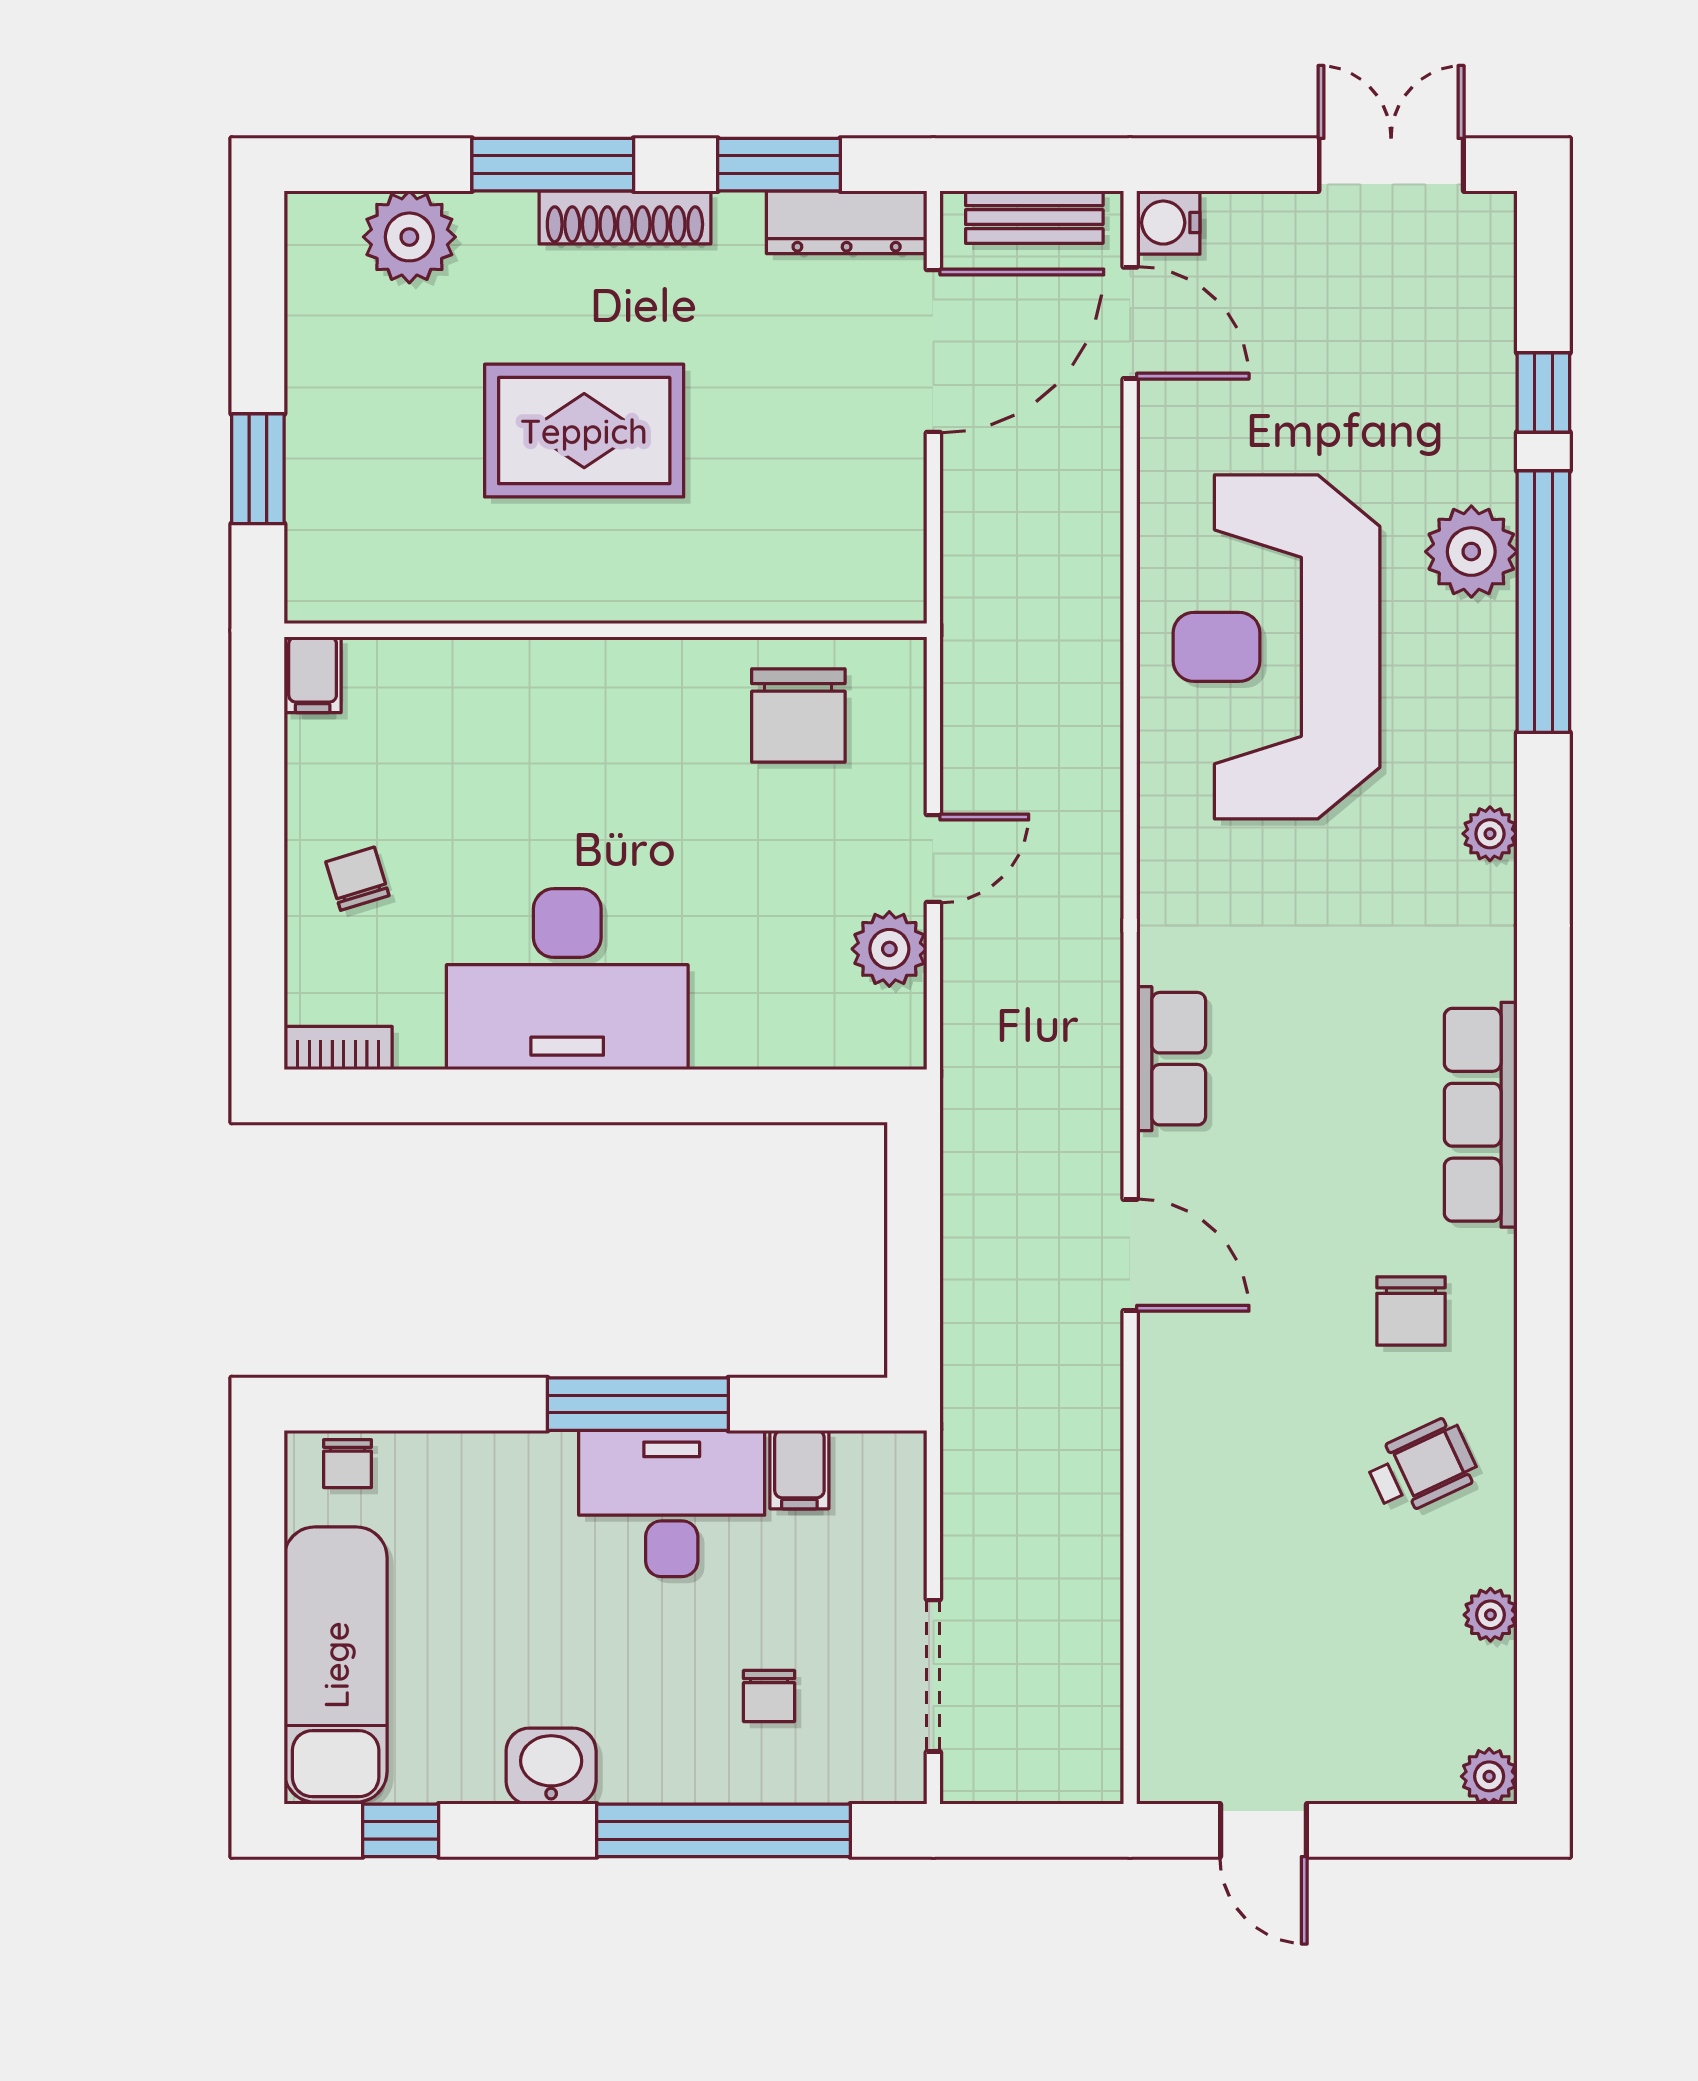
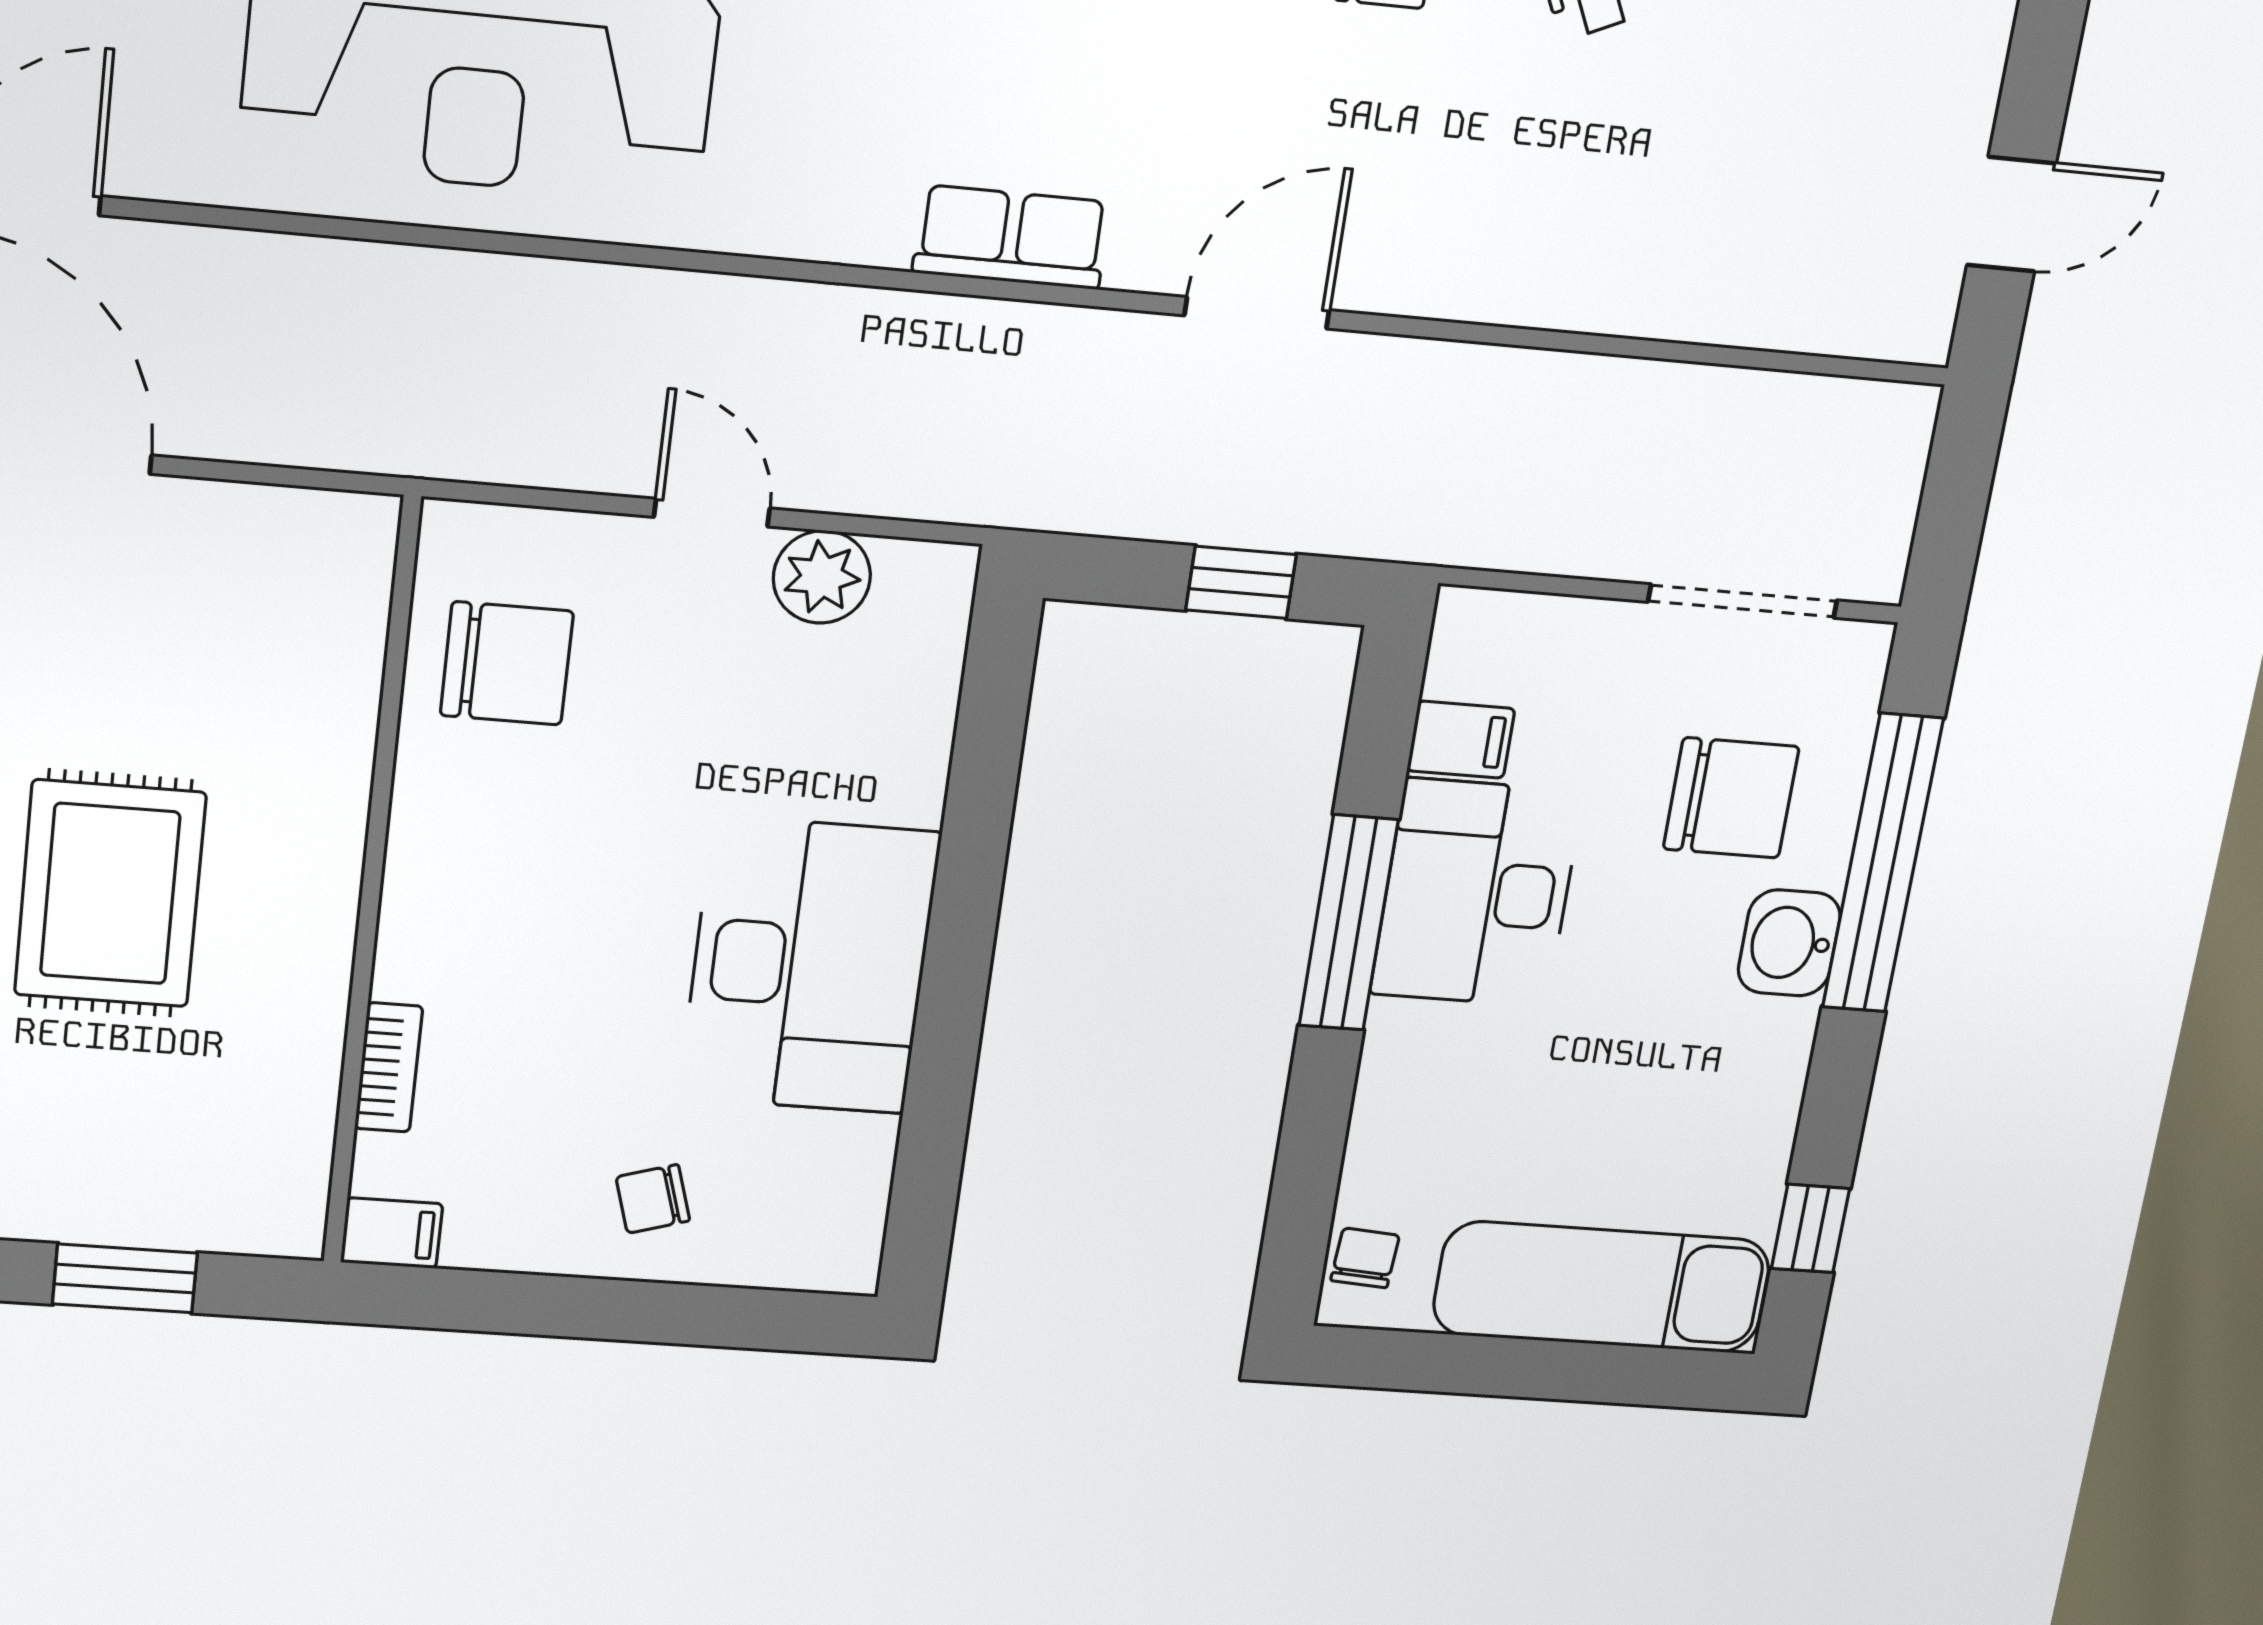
bookcase: (338, 1048) -> (389, 1067), moved, turned 180
window: (914, 1275) -> (1241, 582), added
chair: (347, 1464) -> (1365, 1258), turned -86
chair: (769, 1696) -> (1731, 798), width x1.87, depth x1.87
washbasin: (551, 1766) -> (1789, 943), moved

